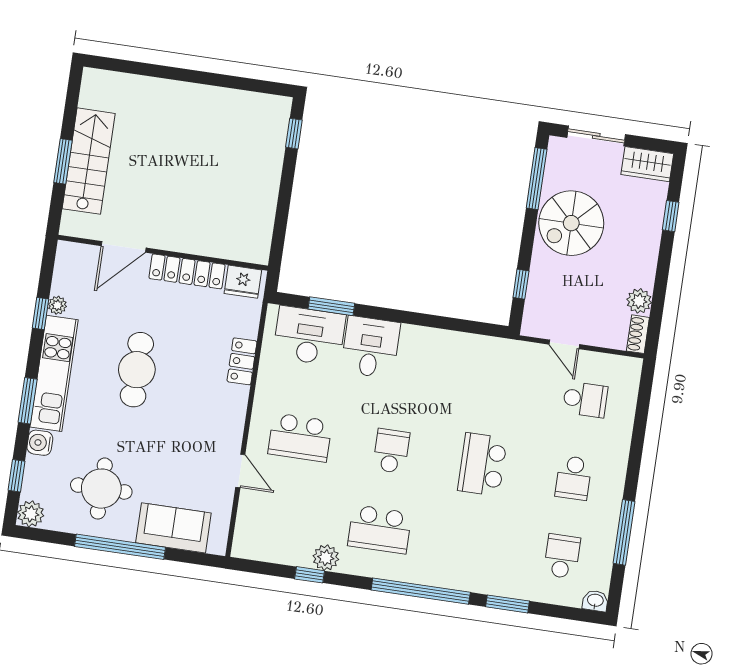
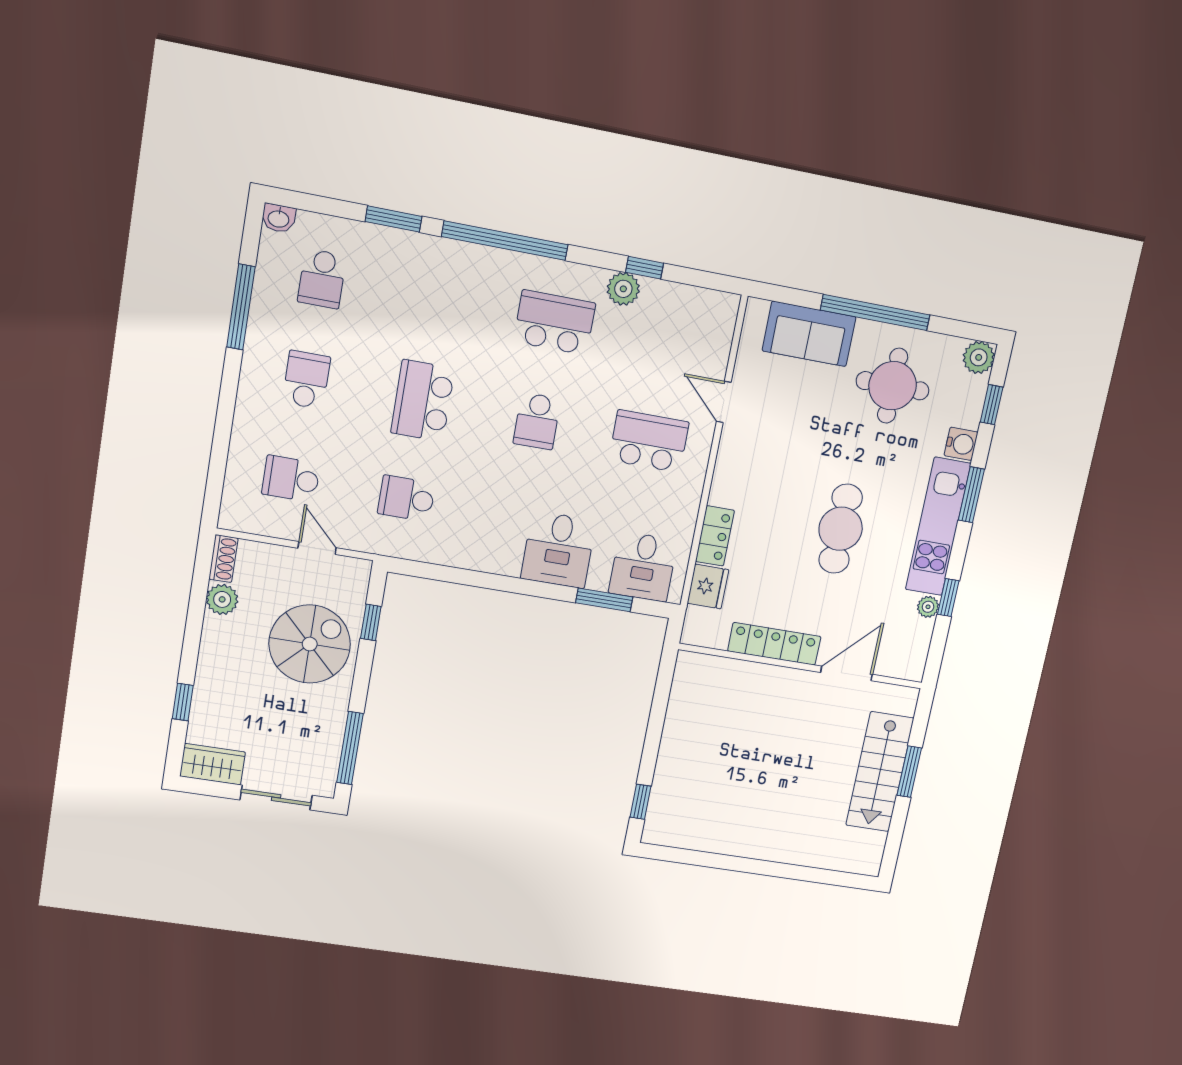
spiral stairs: (571, 223) -> (310, 644), moved
fridge: (243, 282) -> (708, 586), moved, turned 90
desk: (309, 336) -> (643, 567), width x0.73
school desk: (494, 386) -> (406, 498), added
school desk: (482, 464) -> (423, 401), turned 180

